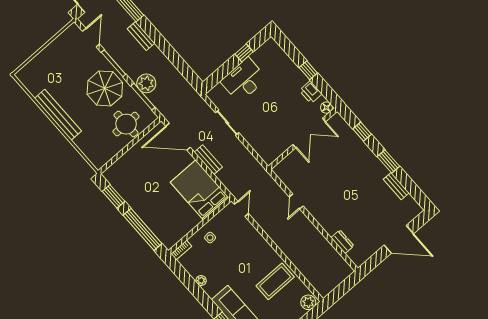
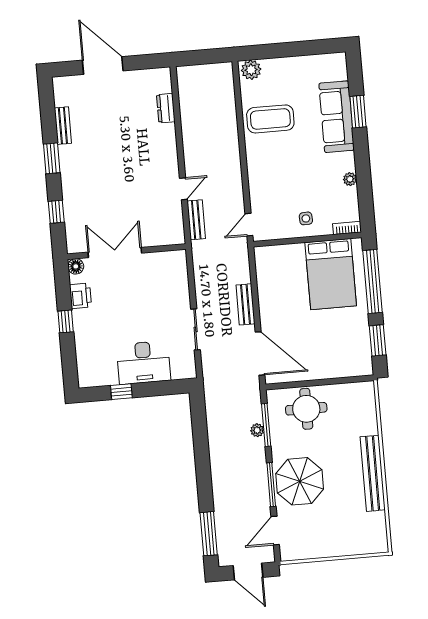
bench: (141, 36) -> (196, 220), moved
plant: (146, 83) -> (257, 430), width x0.53, depth x0.53
parasol: (105, 88) -> (300, 481), moved
bed: (200, 190) -> (331, 274), moved

